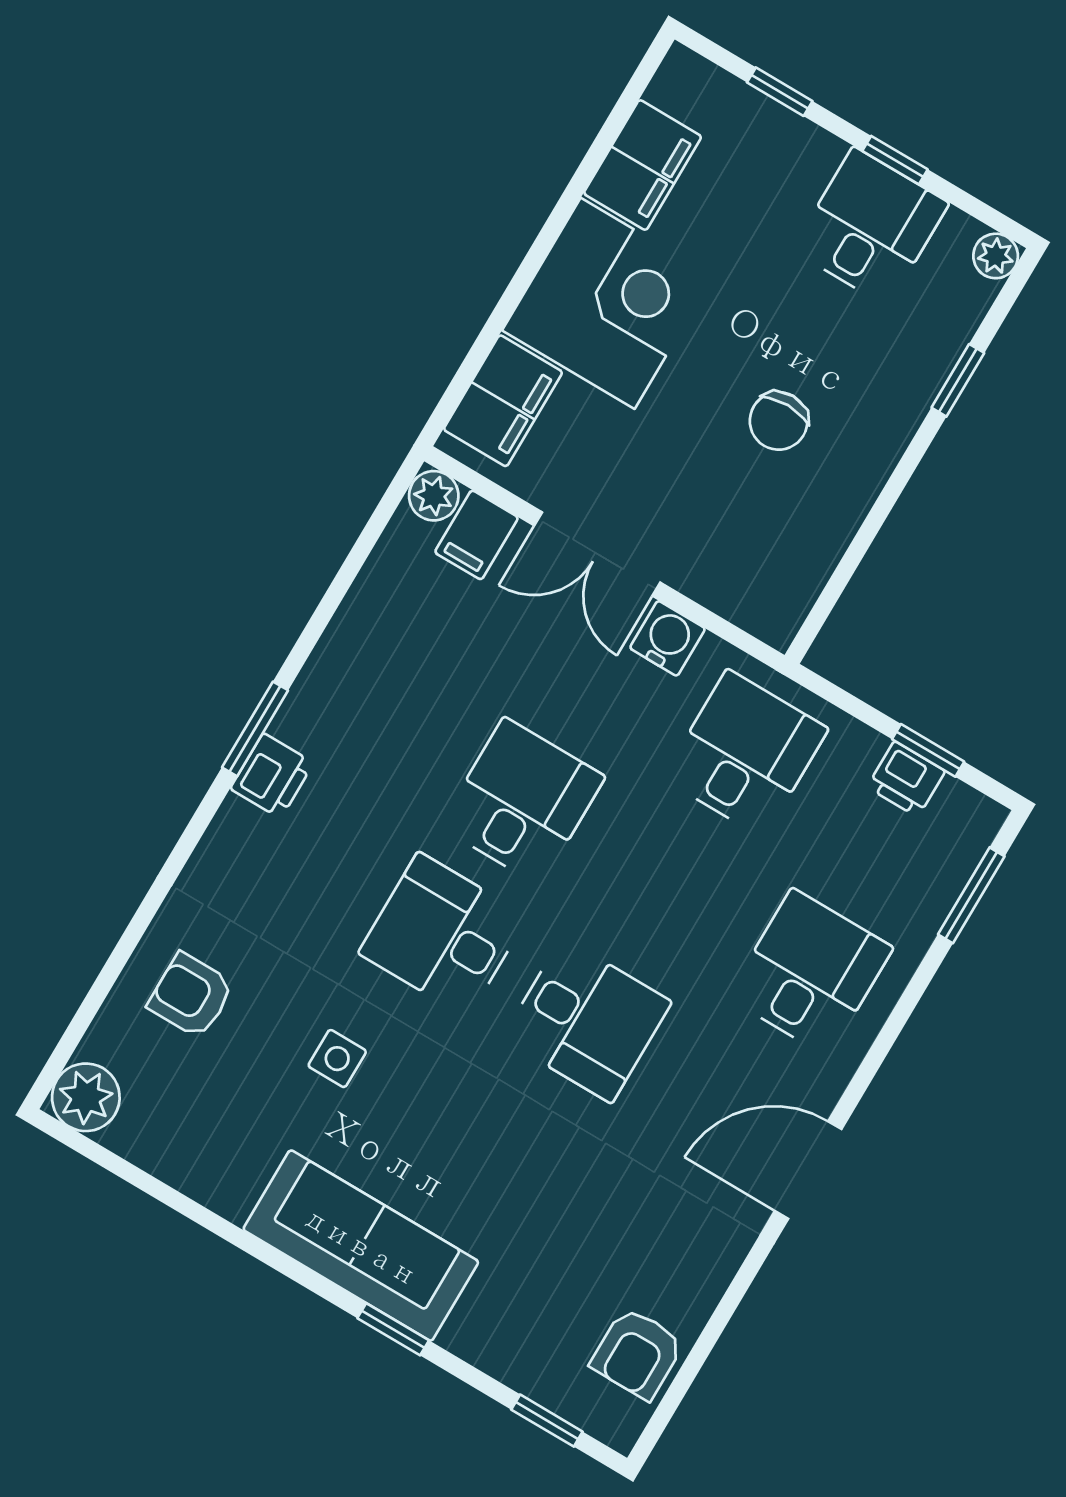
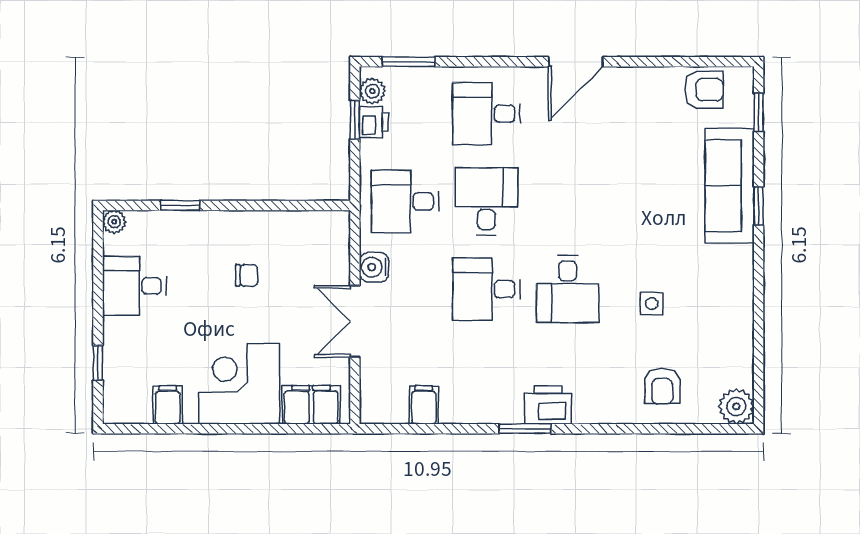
window: (895, 160) -> (98, 293), removed
filing cabinet: (643, 165) -> (168, 405), width x0.50
chair: (779, 421) -> (247, 275), width x0.73, depth x0.73
plant: (434, 496) -> (372, 91), moved
filing cabinet: (476, 535) -> (424, 405), moved, turned -90
double door: (597, 554) -> (355, 321), swing flipped
printer: (272, 776) -> (548, 405), width x1.36, depth x1.24
desk: (587, 1020) -> (486, 201), moved
door: (808, 1170) -> (576, 62), hinge flipped
sofa: (361, 1246) -> (730, 186), moved

